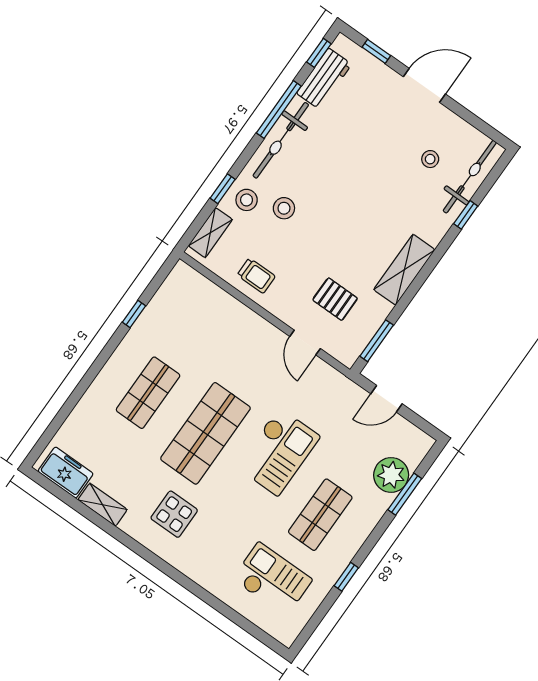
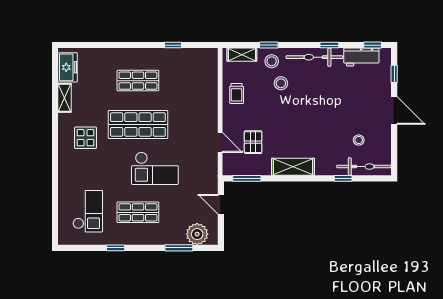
window: (279, 109) -> (329, 45), width x0.46
door: (305, 342) -> (220, 142), swing flipped
plant: (391, 475) -> (197, 234), moved

